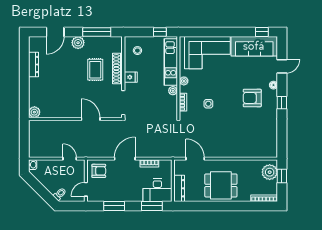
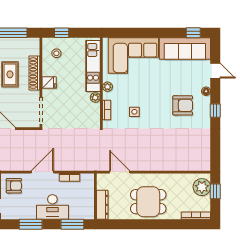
window: (160, 32) -> (62, 33), moved
door: (282, 66) -> (215, 71), hinge flipped
armchair: (252, 98) -> (183, 105), turned 180
desk: (157, 190) -> (52, 207), moved

